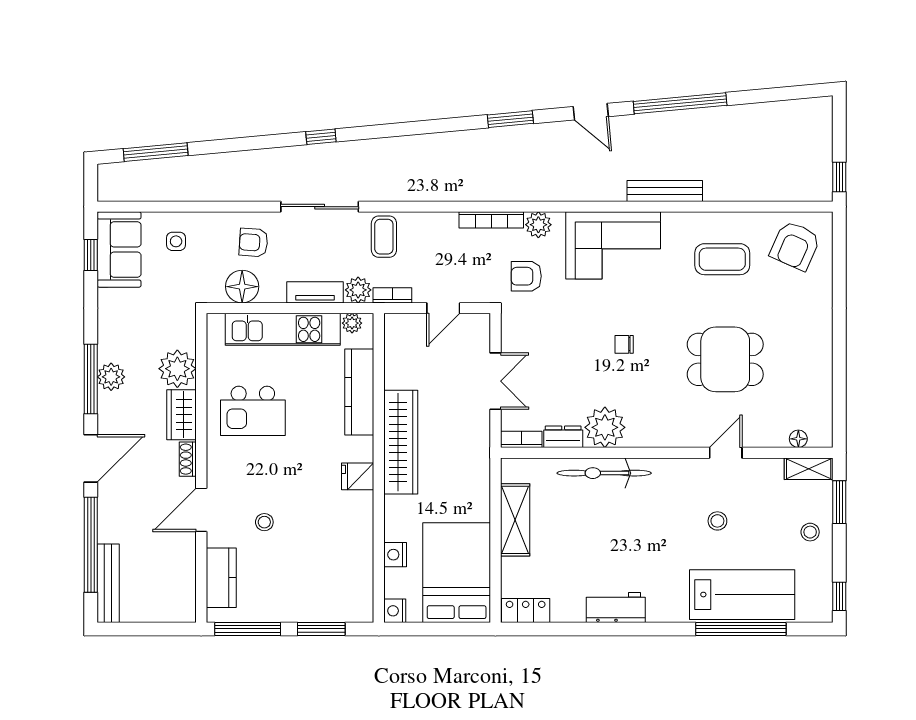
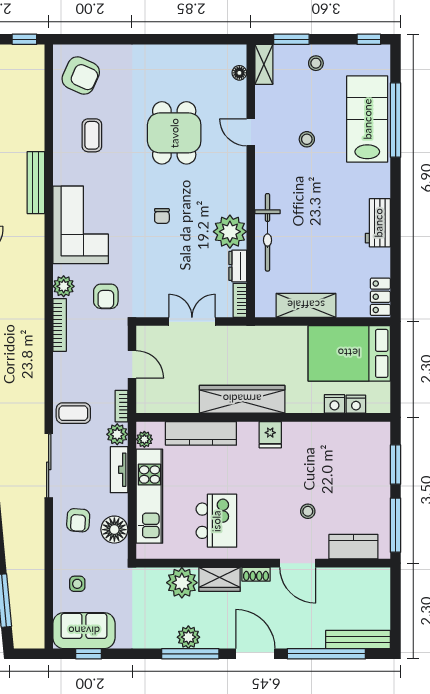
coffee table: (722, 259) -> (92, 135), width x0.73, depth x0.77
nightstand: (395, 611) -> (356, 404), moved

